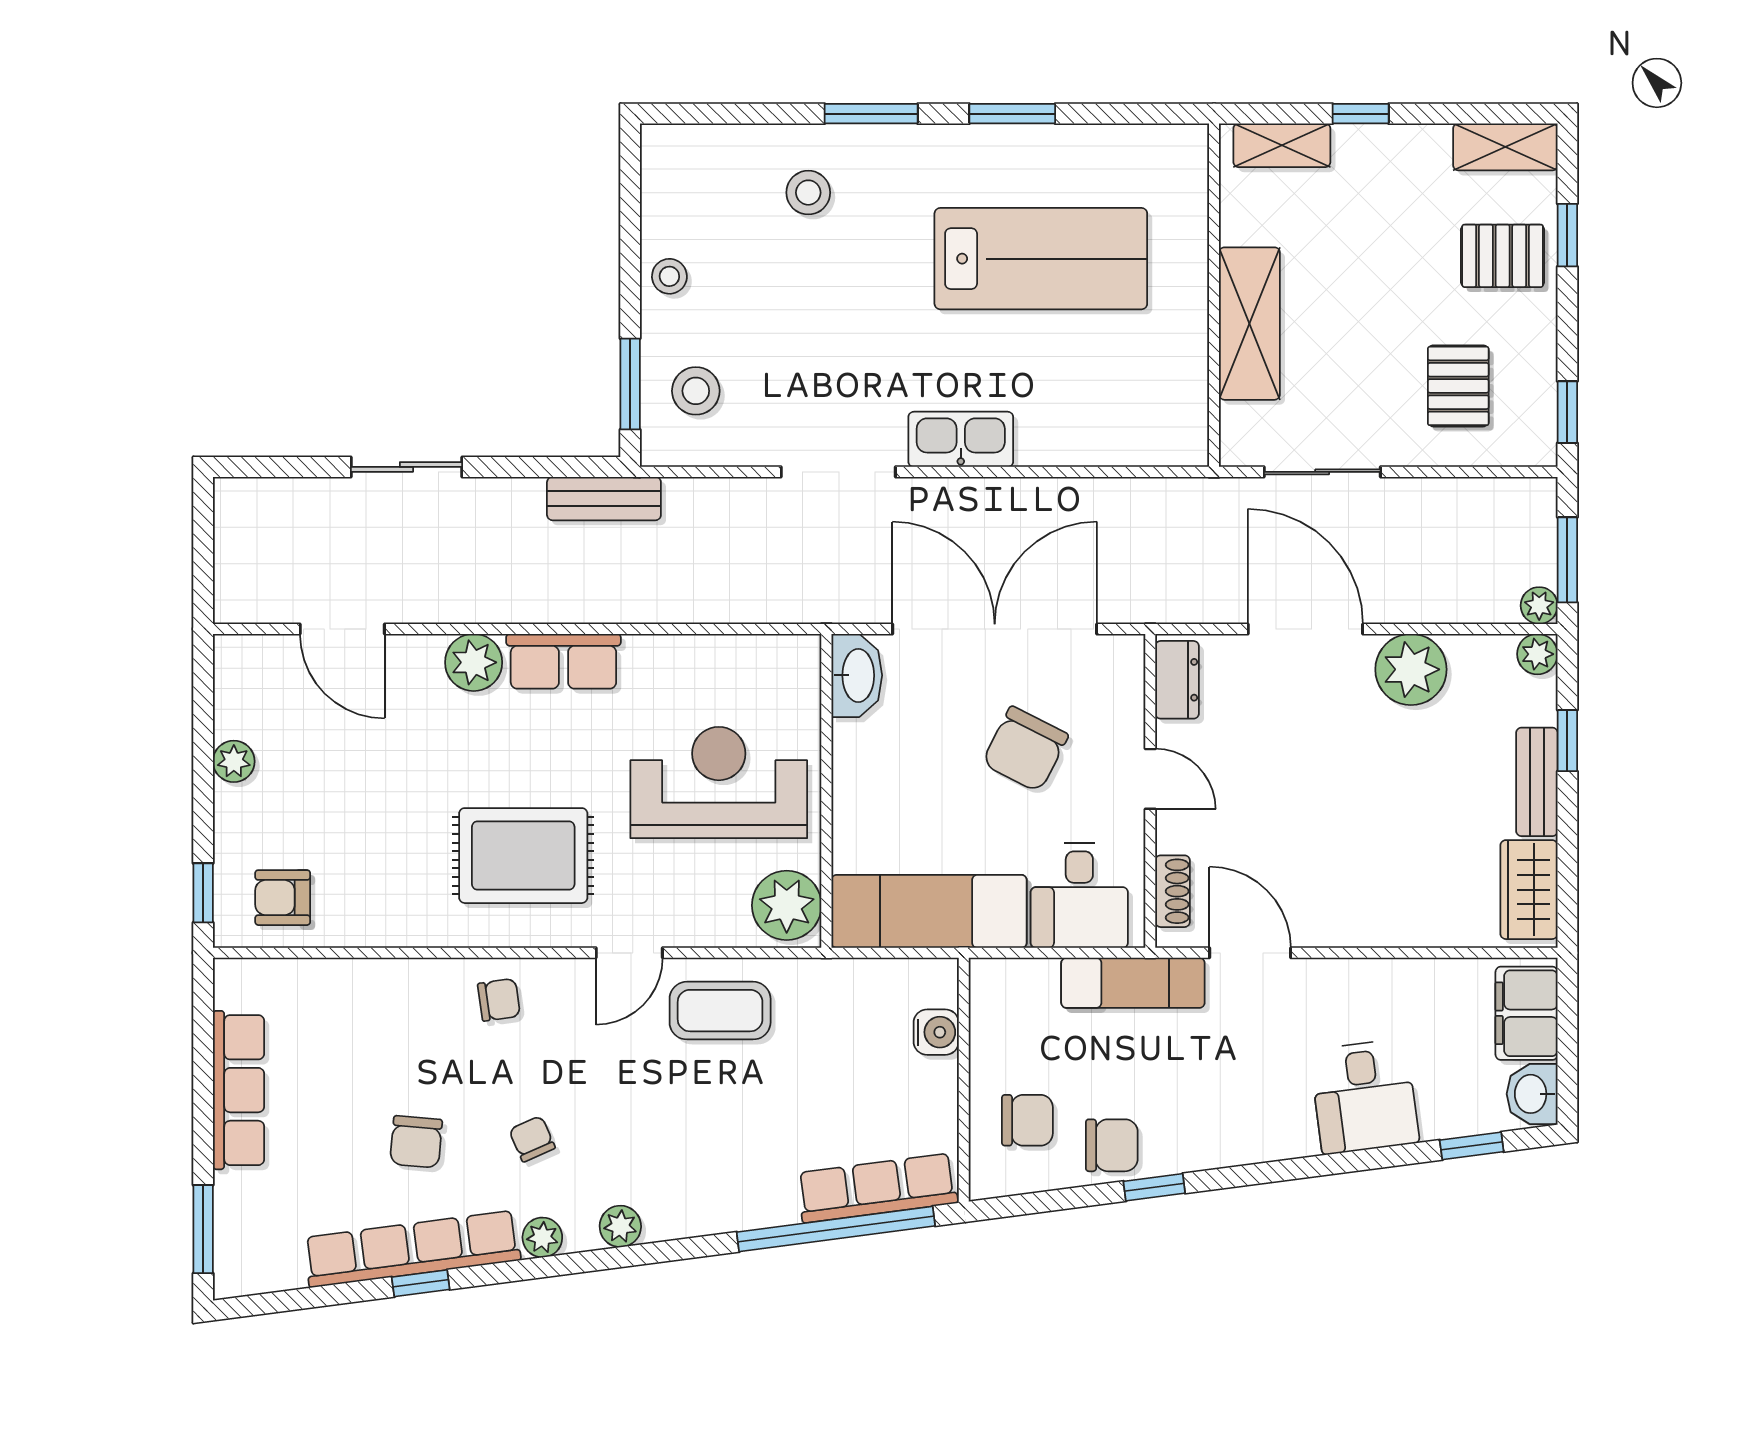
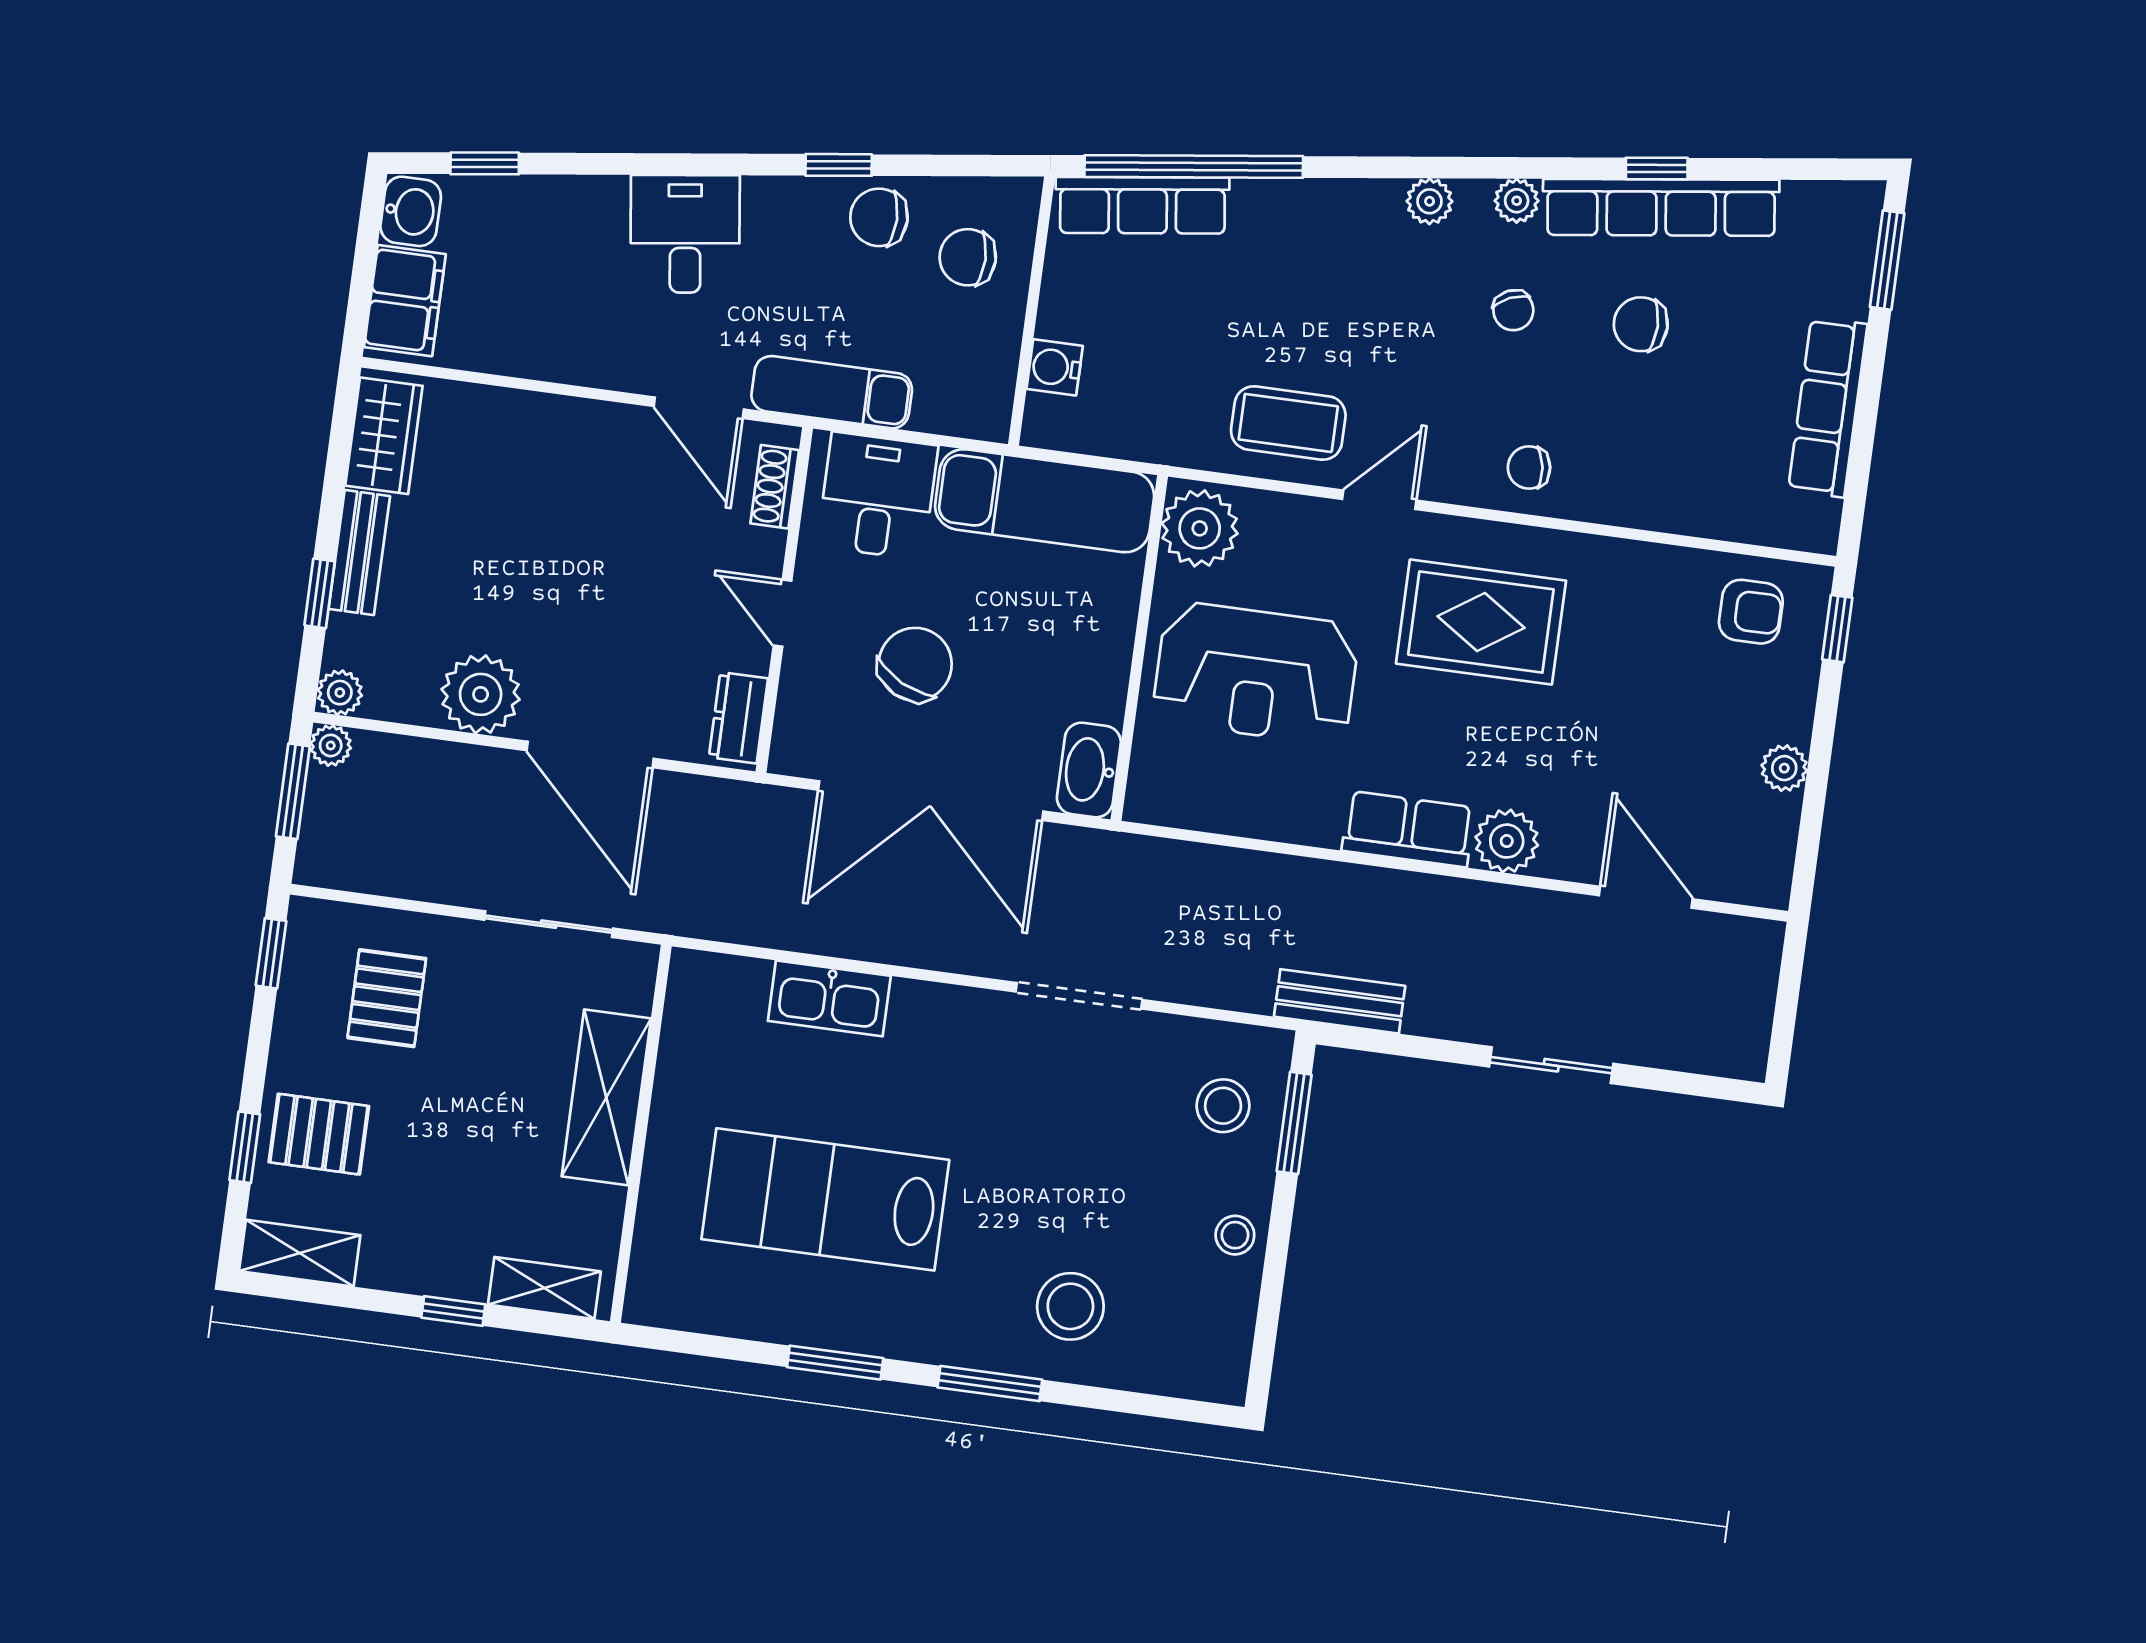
stool: (808, 193) -> (1070, 1306), width x1.38, depth x1.38
kitchen sink: (961, 439) -> (829, 998), moved
desk: (1364, 1096) -> (685, 234), moved
chair: (416, 1142) -> (1641, 324), turned -95

